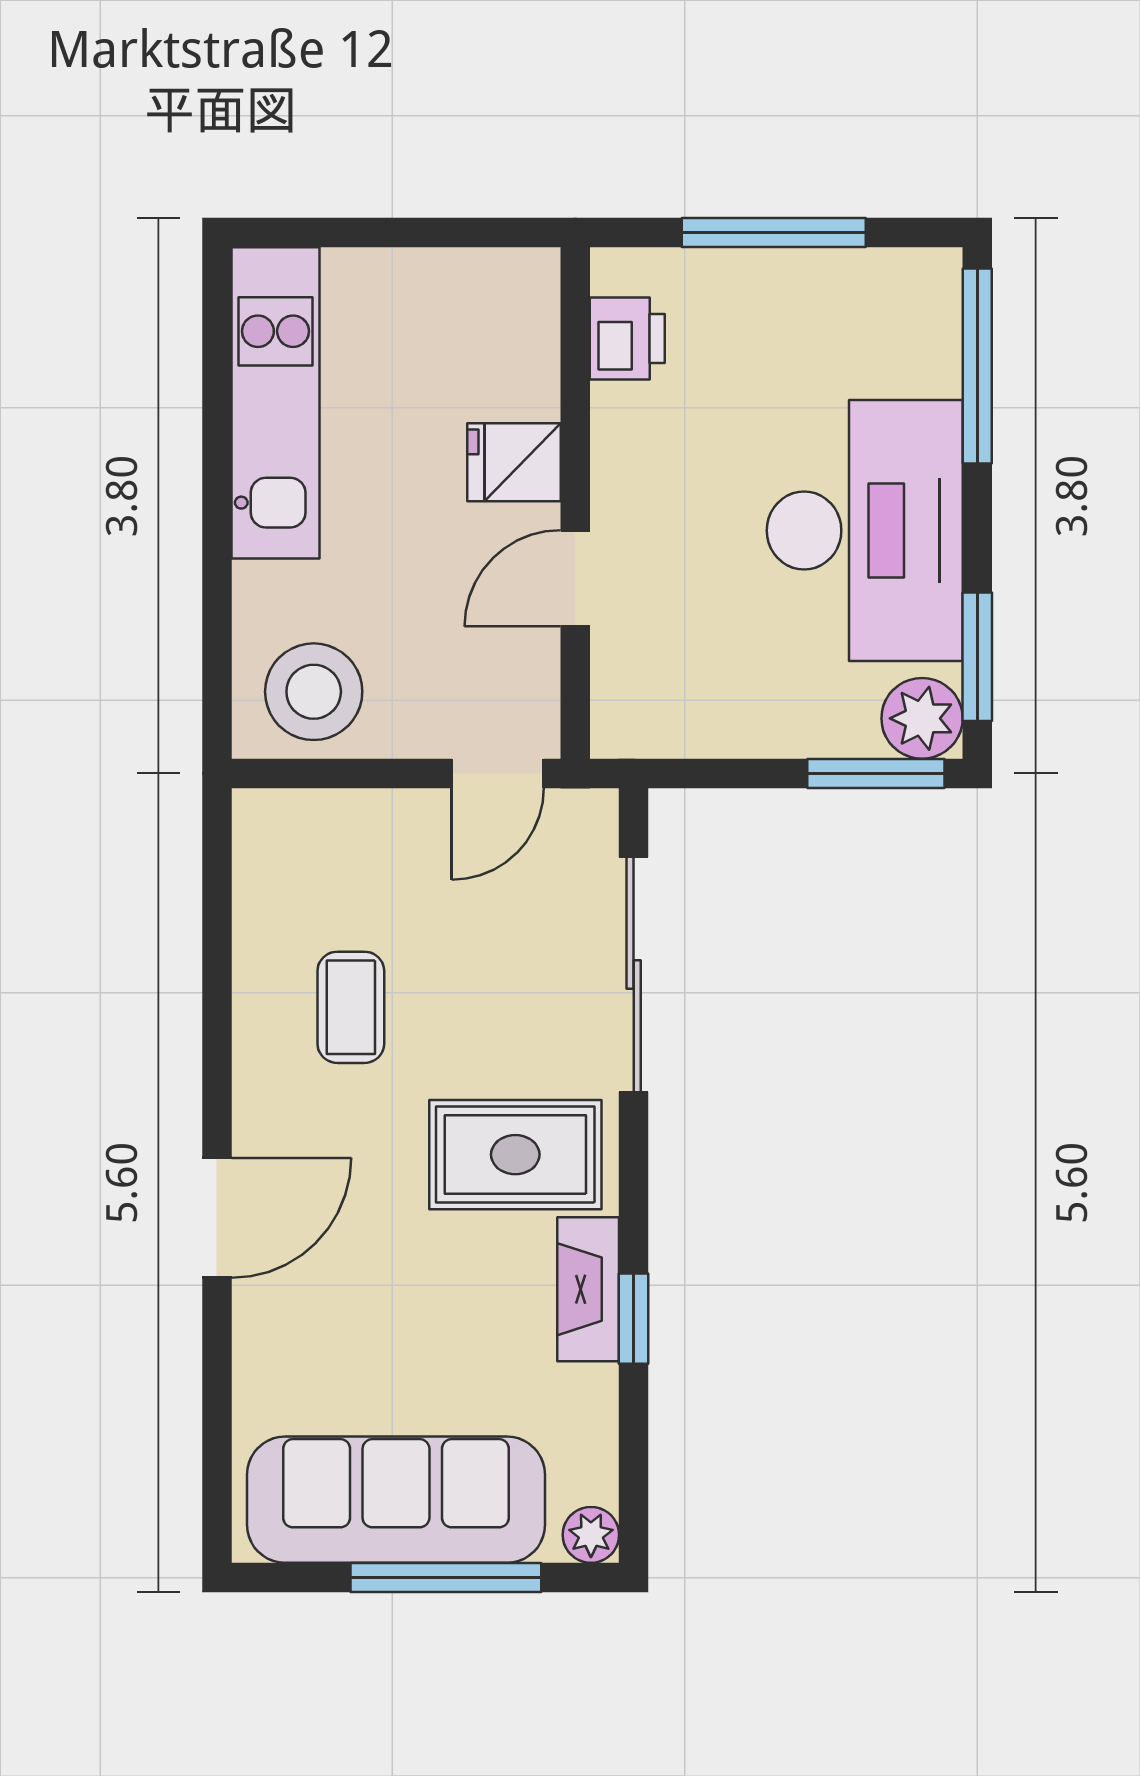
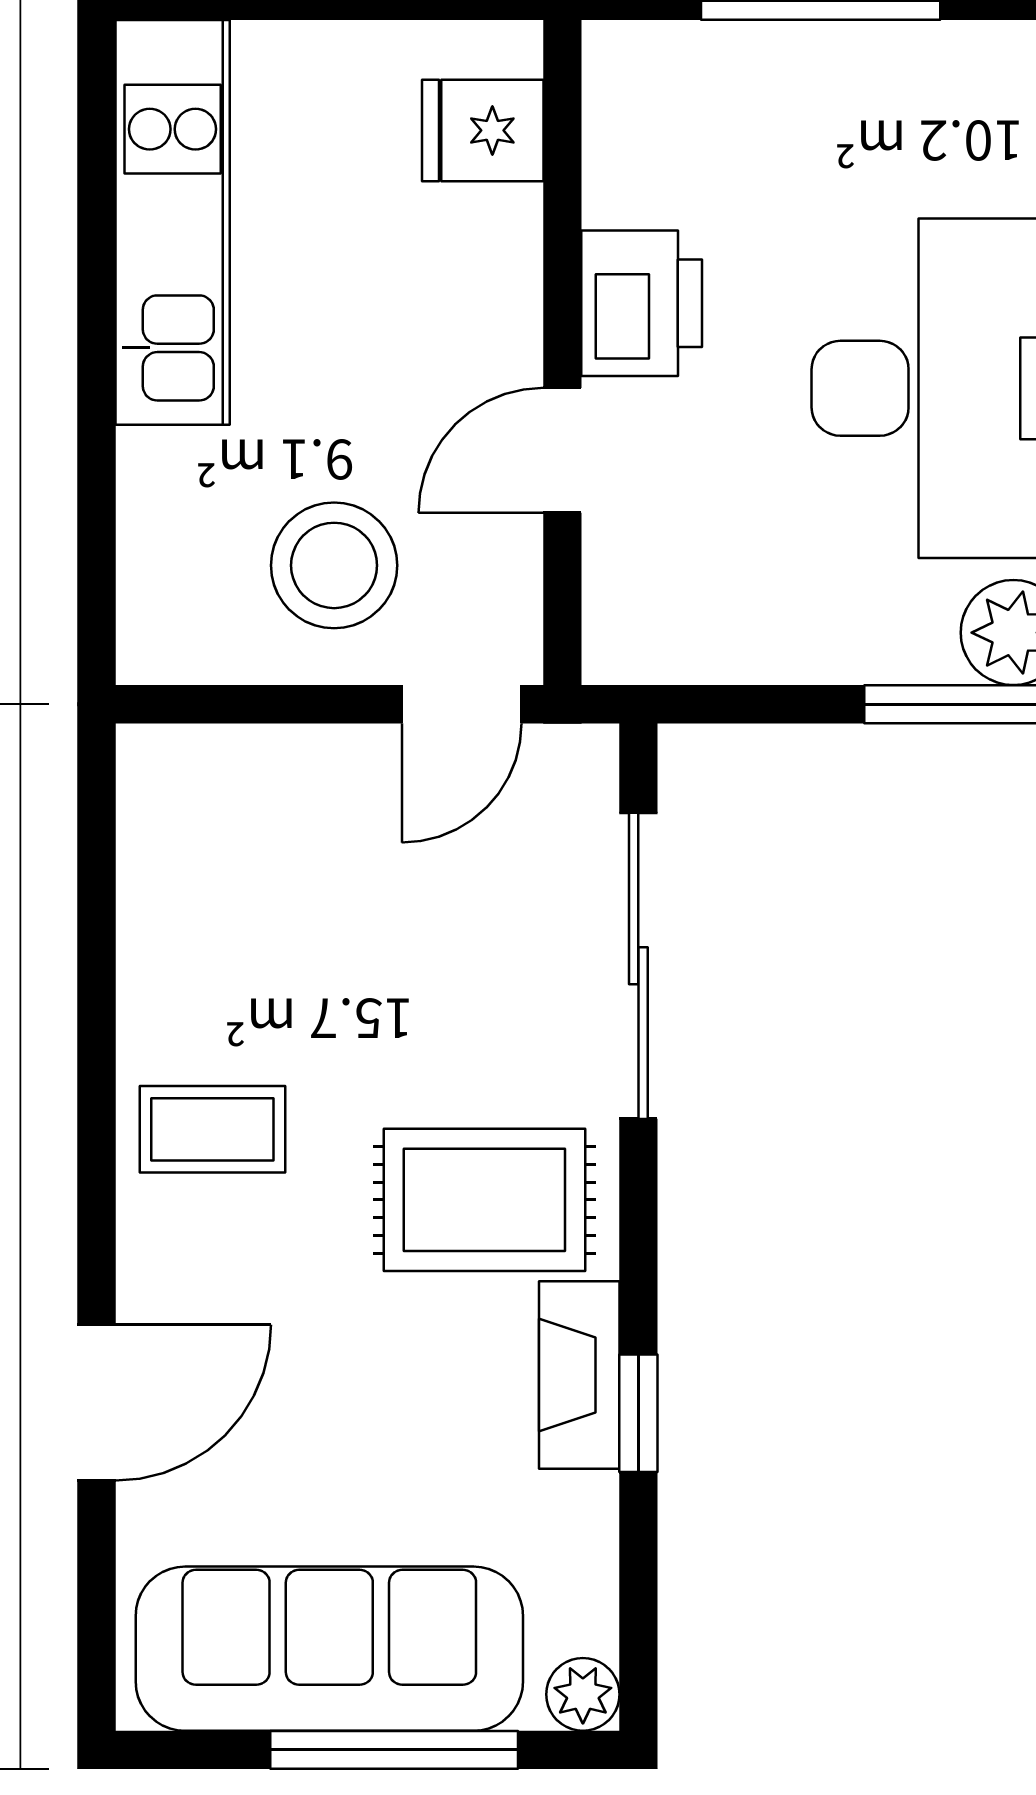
printer: (627, 338) -> (642, 303), moved, width x1.36, depth x1.24
fridge: (514, 462) -> (483, 130), moved
stool: (314, 692) -> (334, 565), moved
coffee table: (351, 1007) -> (212, 1129), moved, turned 90
door: (217, 1218) -> (96, 1403), moved

